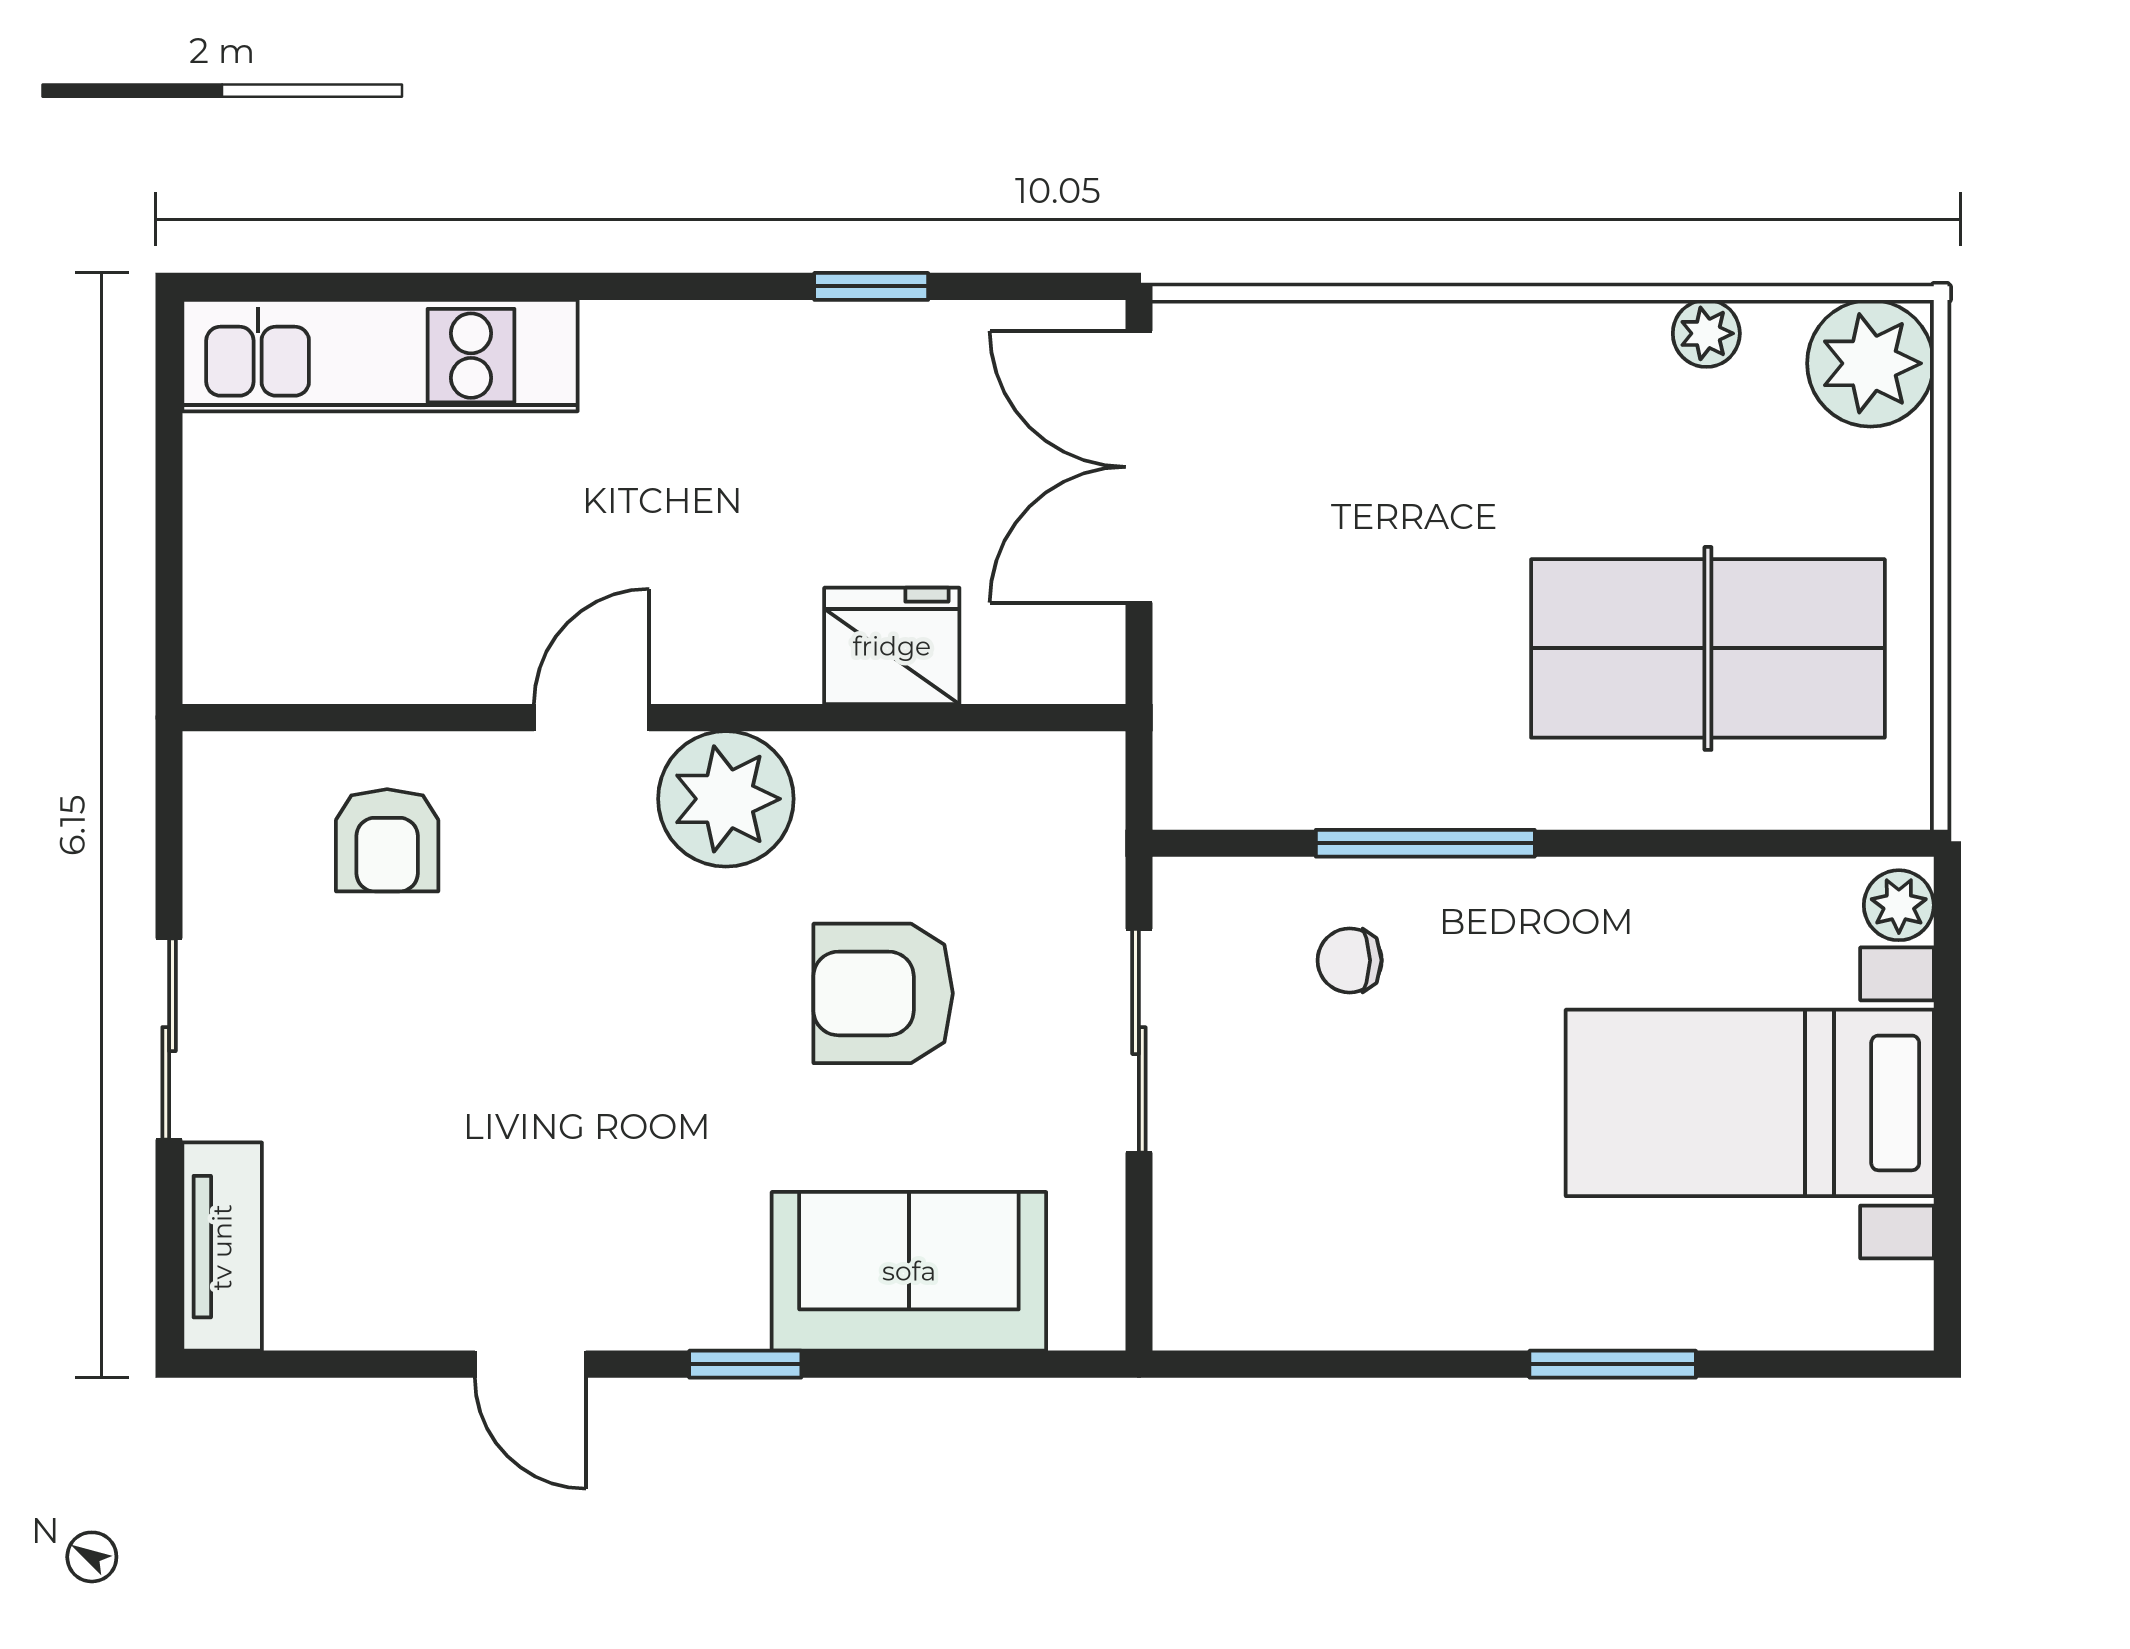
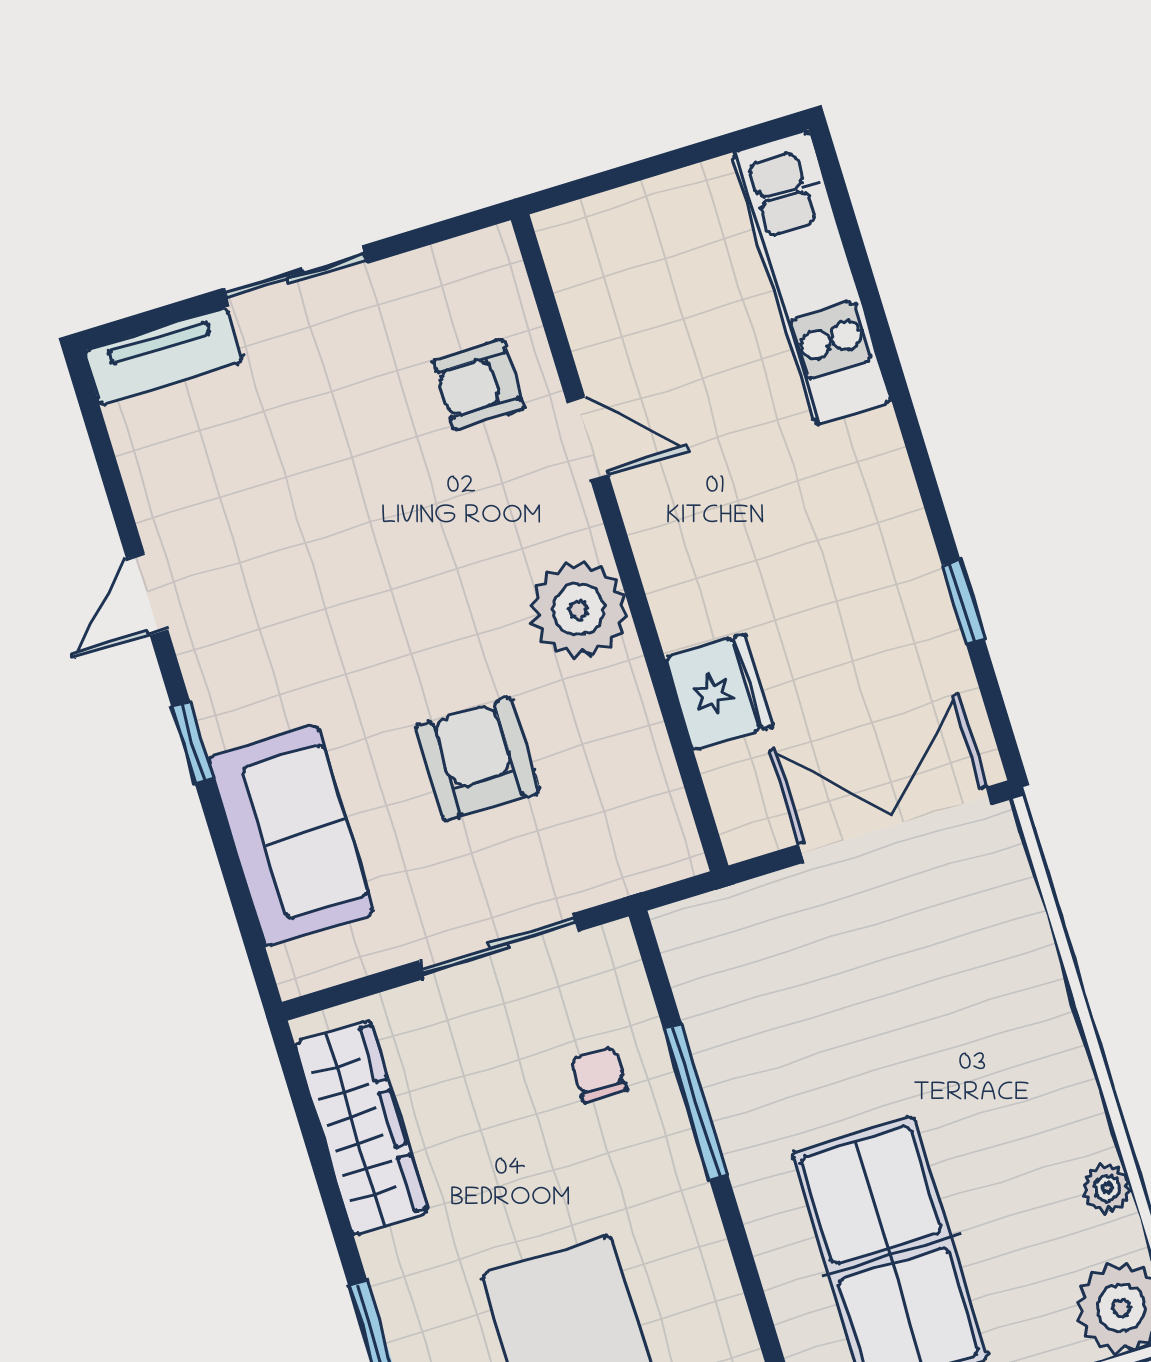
door: (591, 718) -> (588, 439), moved
wardrobe: (1325, 1296) -> (362, 1128), added

